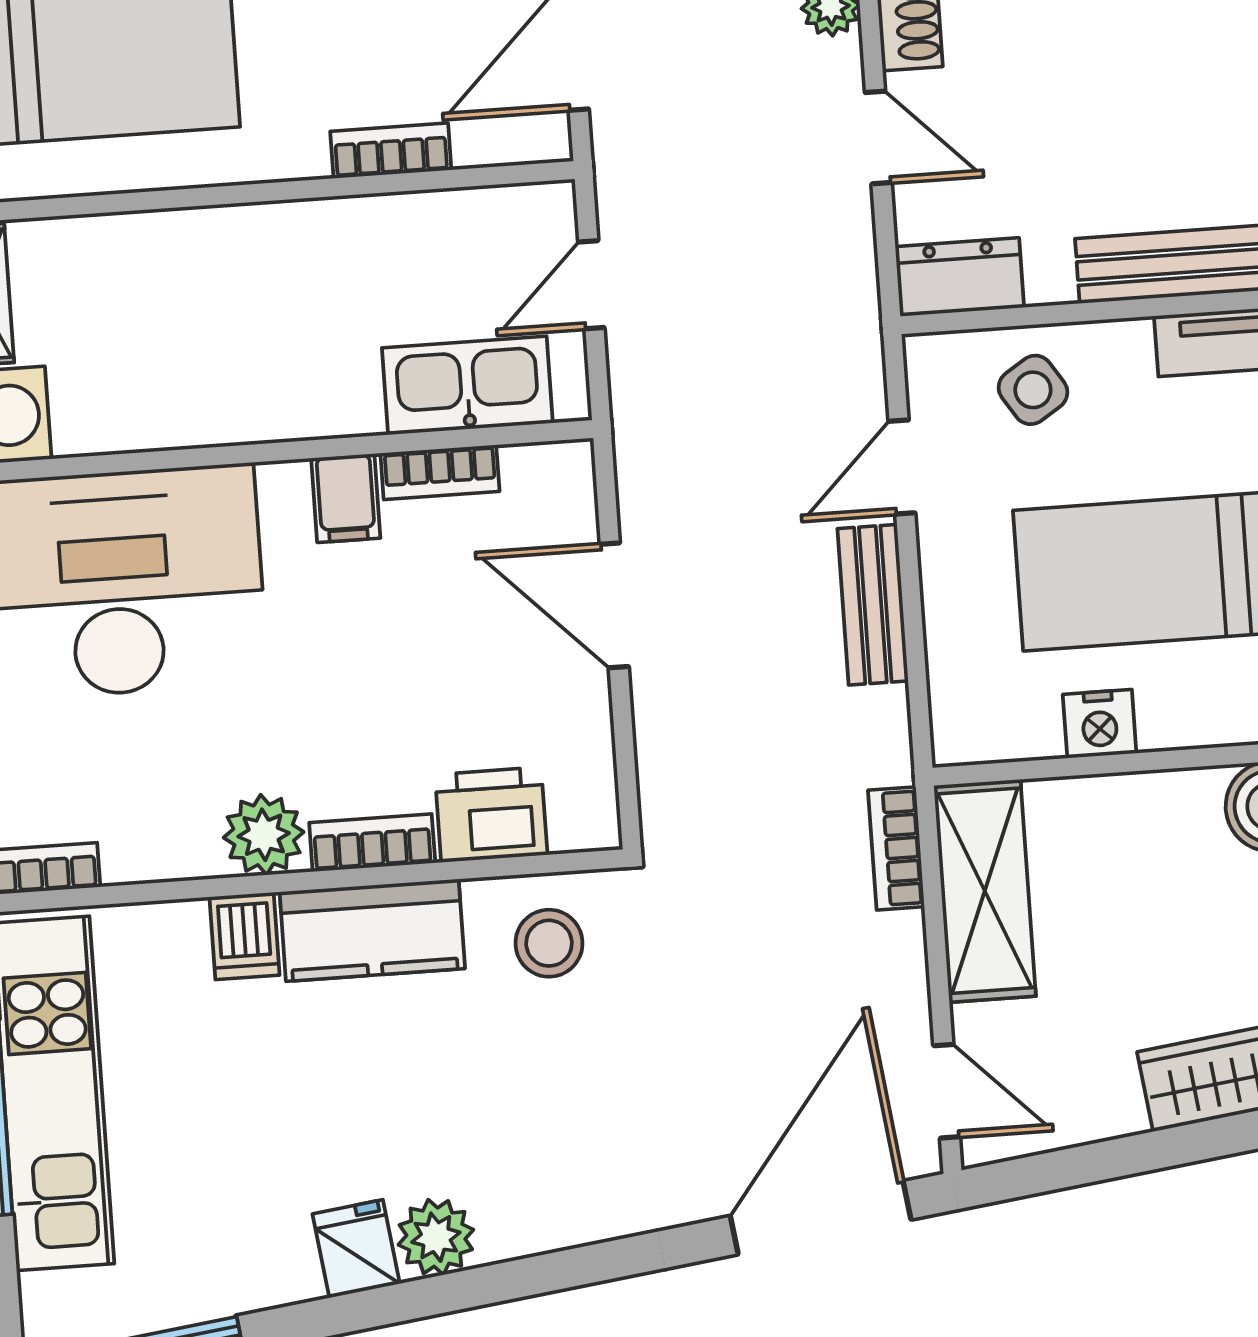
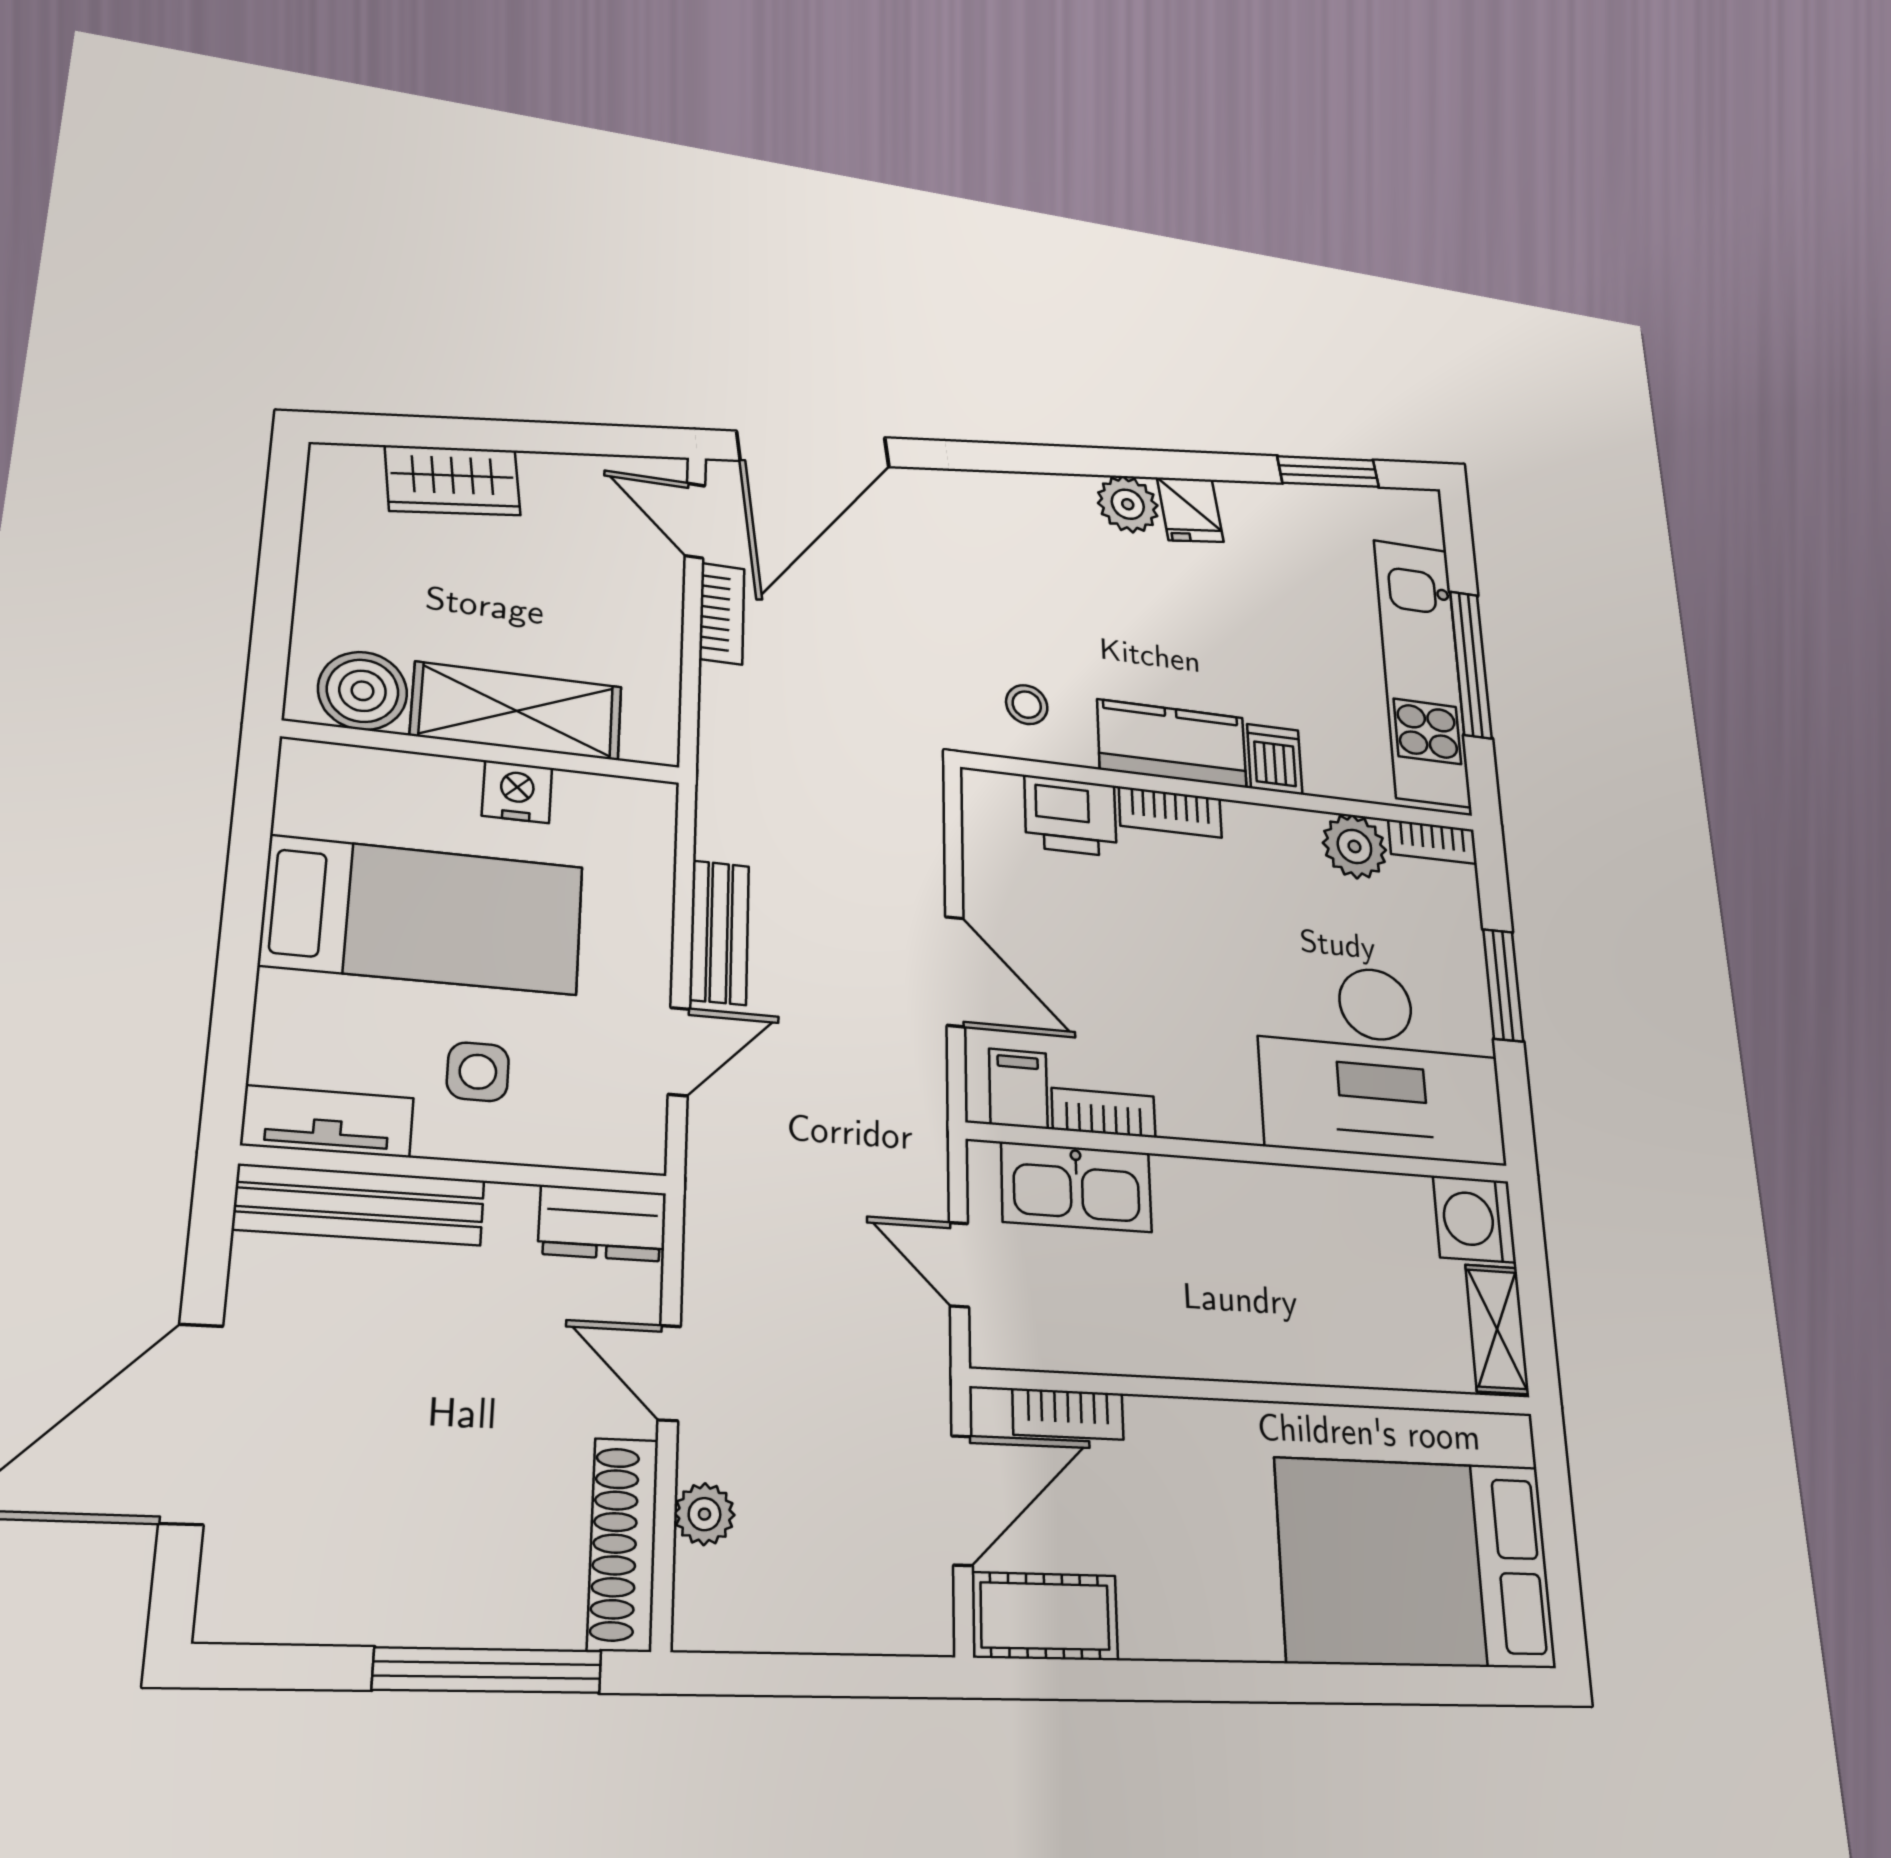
bookcase: (391, 151) -> (1068, 1414), moved
door: (591, 285) -> (959, 1265), swing flipped
side table: (1033, 390) -> (478, 1072), moved, turned 33
filing cabinet: (346, 498) -> (1018, 1089), moved
plant: (264, 835) -> (1355, 846), moved
bookcase: (896, 848) -> (722, 614), moved
shelving: (985, 891) -> (517, 711), moved, turned 90
stool: (549, 943) -> (1027, 705), width x0.73, depth x0.73

